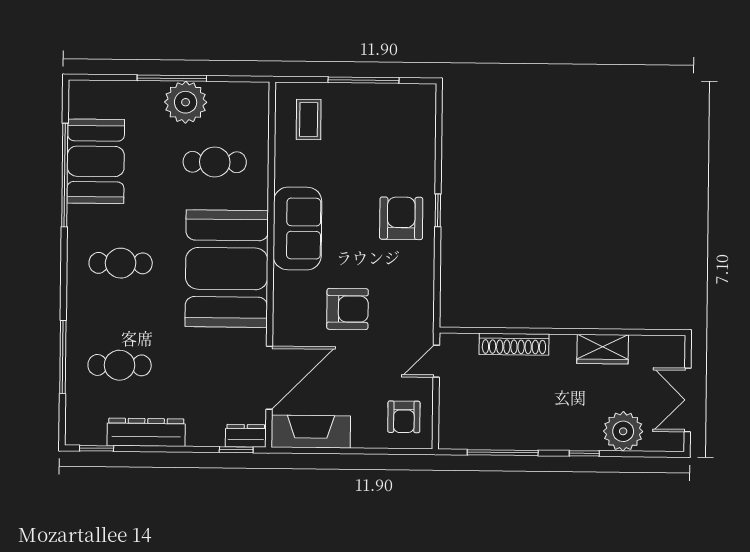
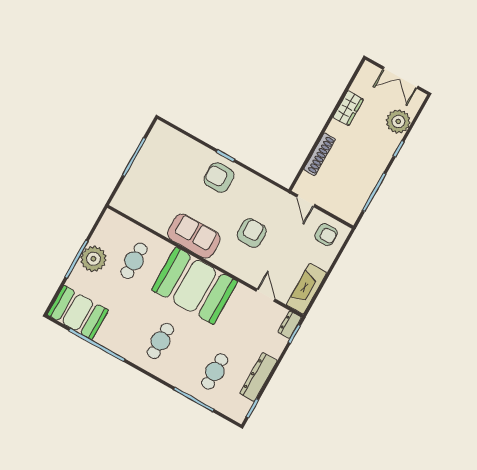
coffee table: (309, 120) -> (139, 198), removed
booth: (96, 161) -> (78, 312), moved
door: (269, 378) -> (265, 295), width x0.53

